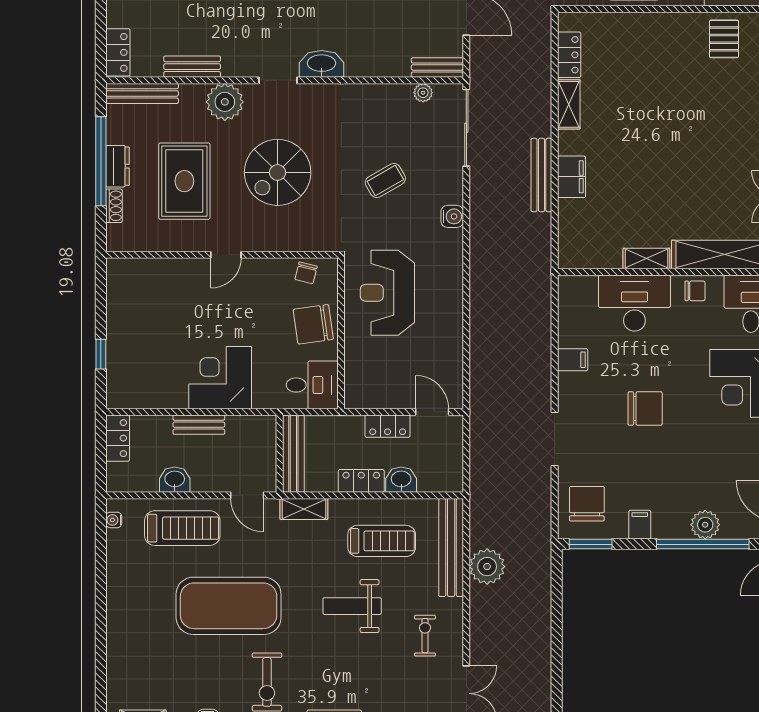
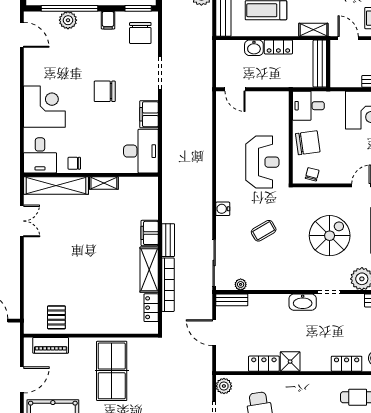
bookcase: (542, 92) -> (168, 285), added
shelving: (569, 104) -> (149, 270), width x1.50, depth x1.33
bench: (541, 175) -> (168, 240), width x0.73
desk: (634, 303) -> (141, 151), moved, turned -90
filing cabinet: (573, 360) -> (149, 114), width x2.00
locker: (388, 426) -> (262, 80), removed

